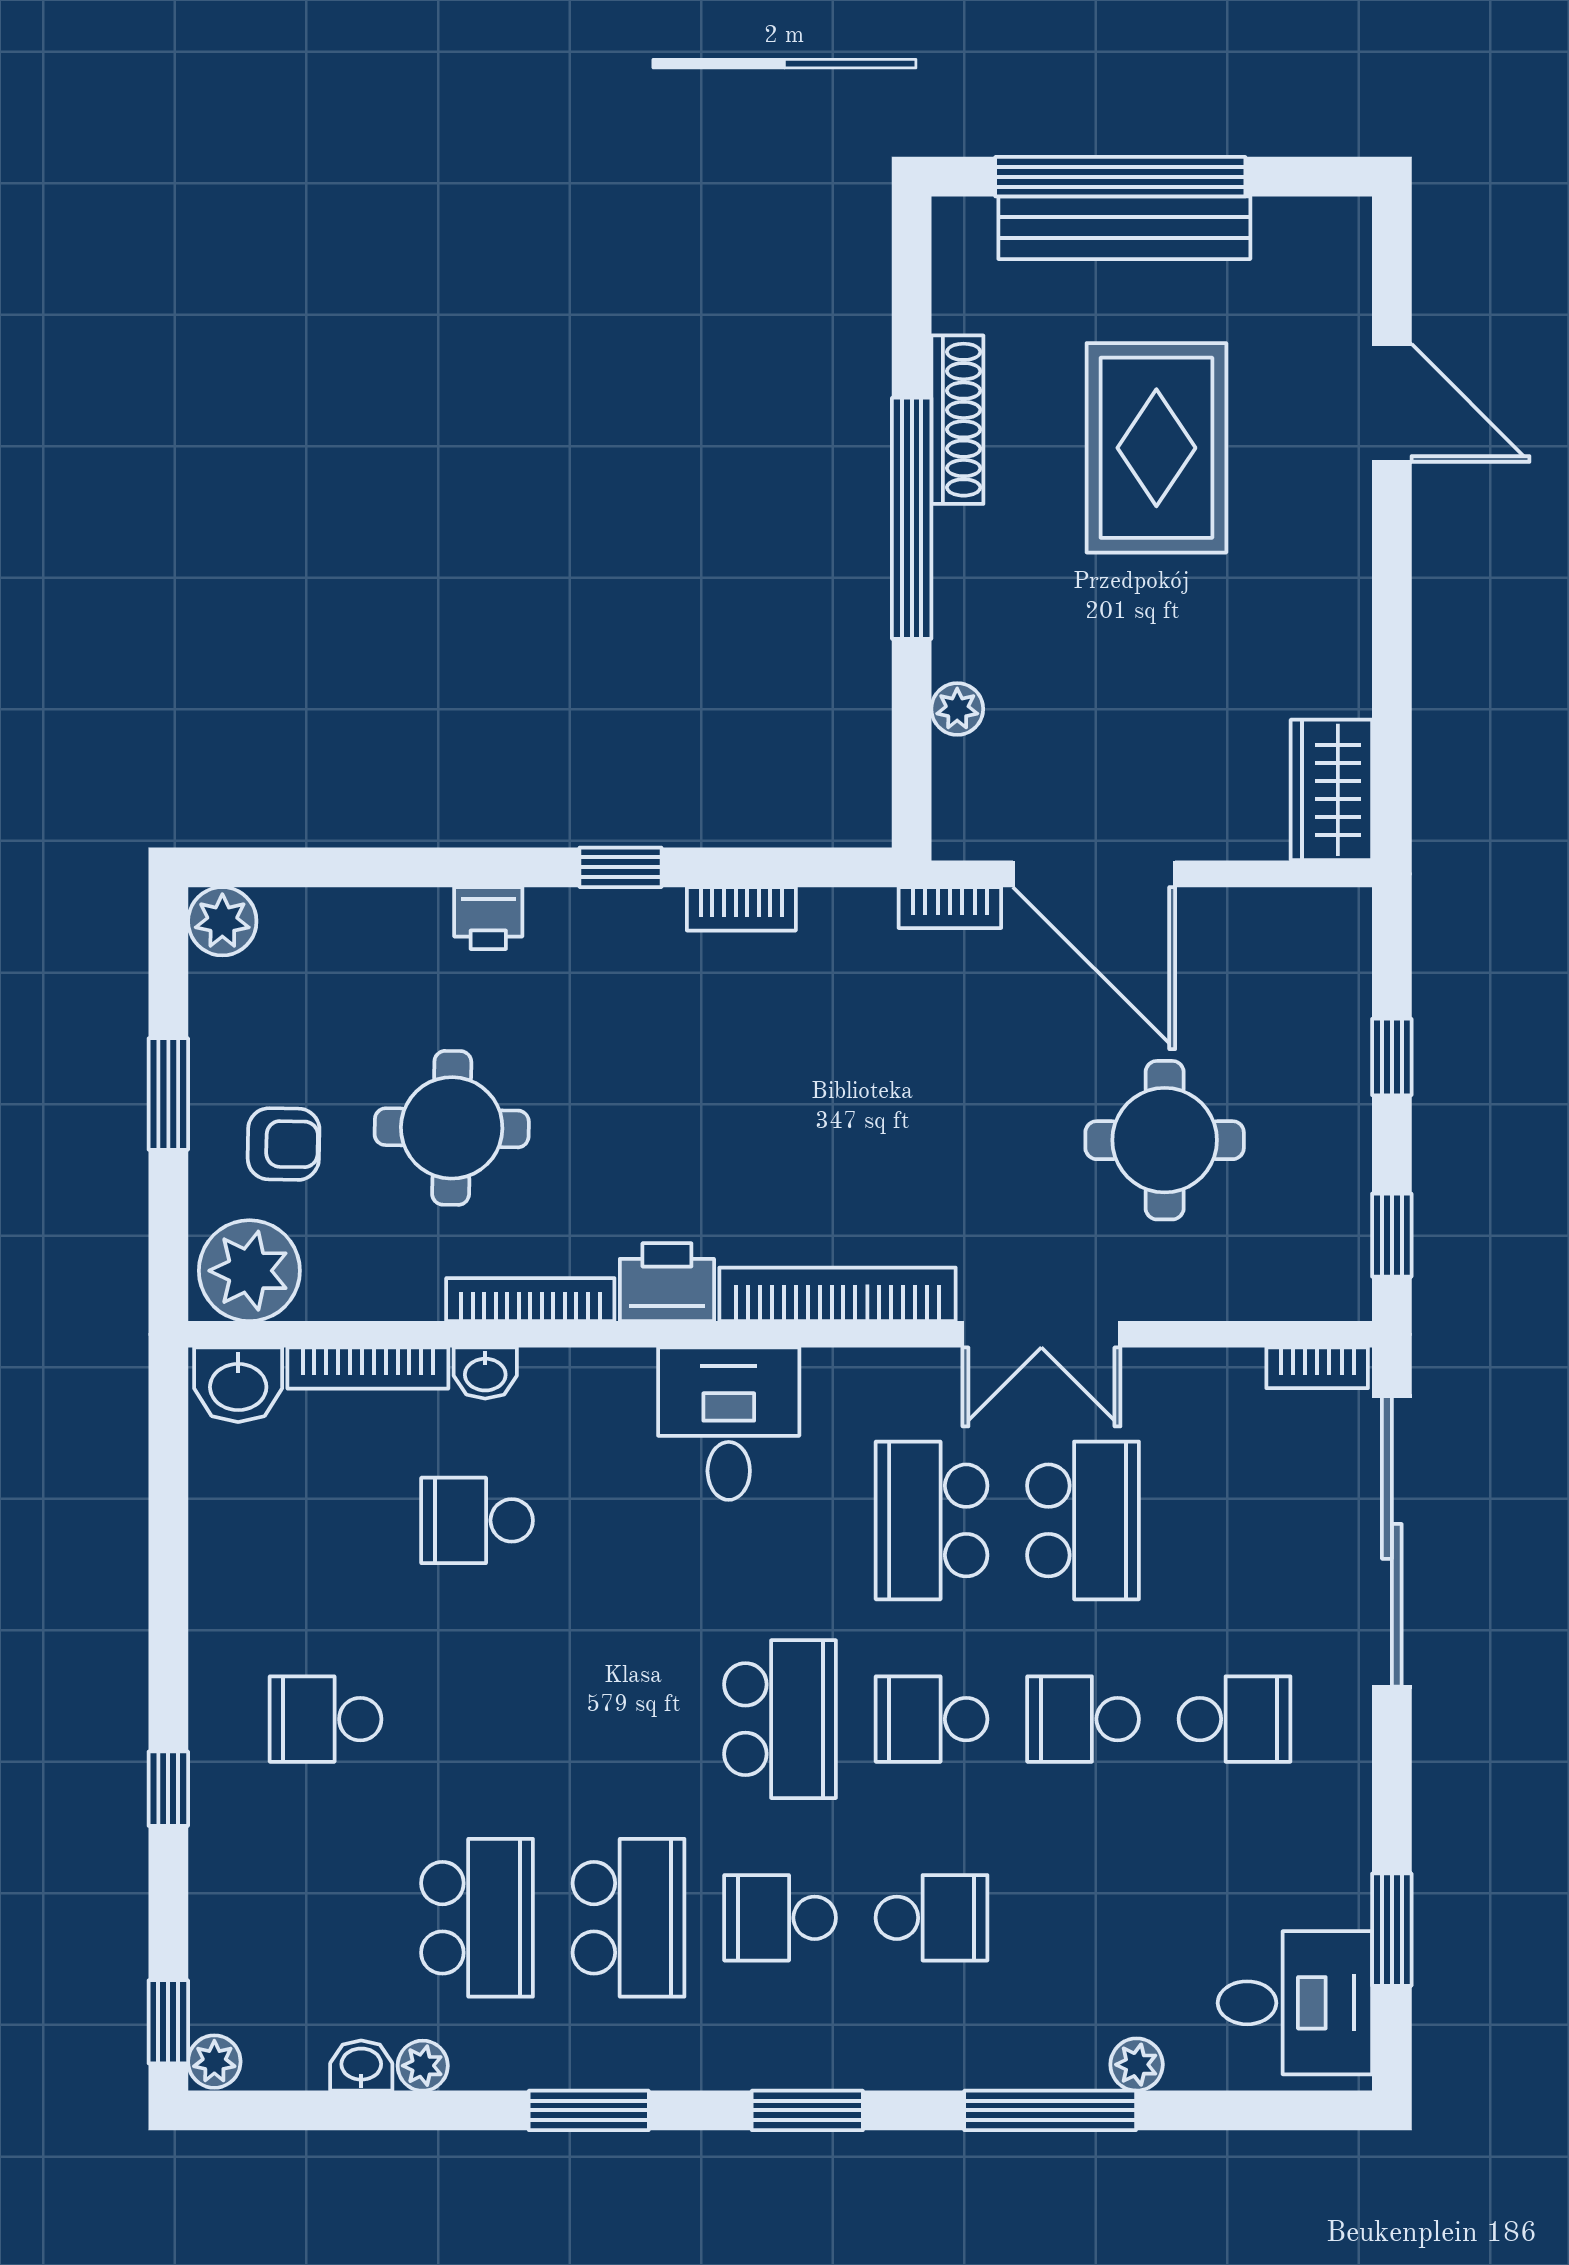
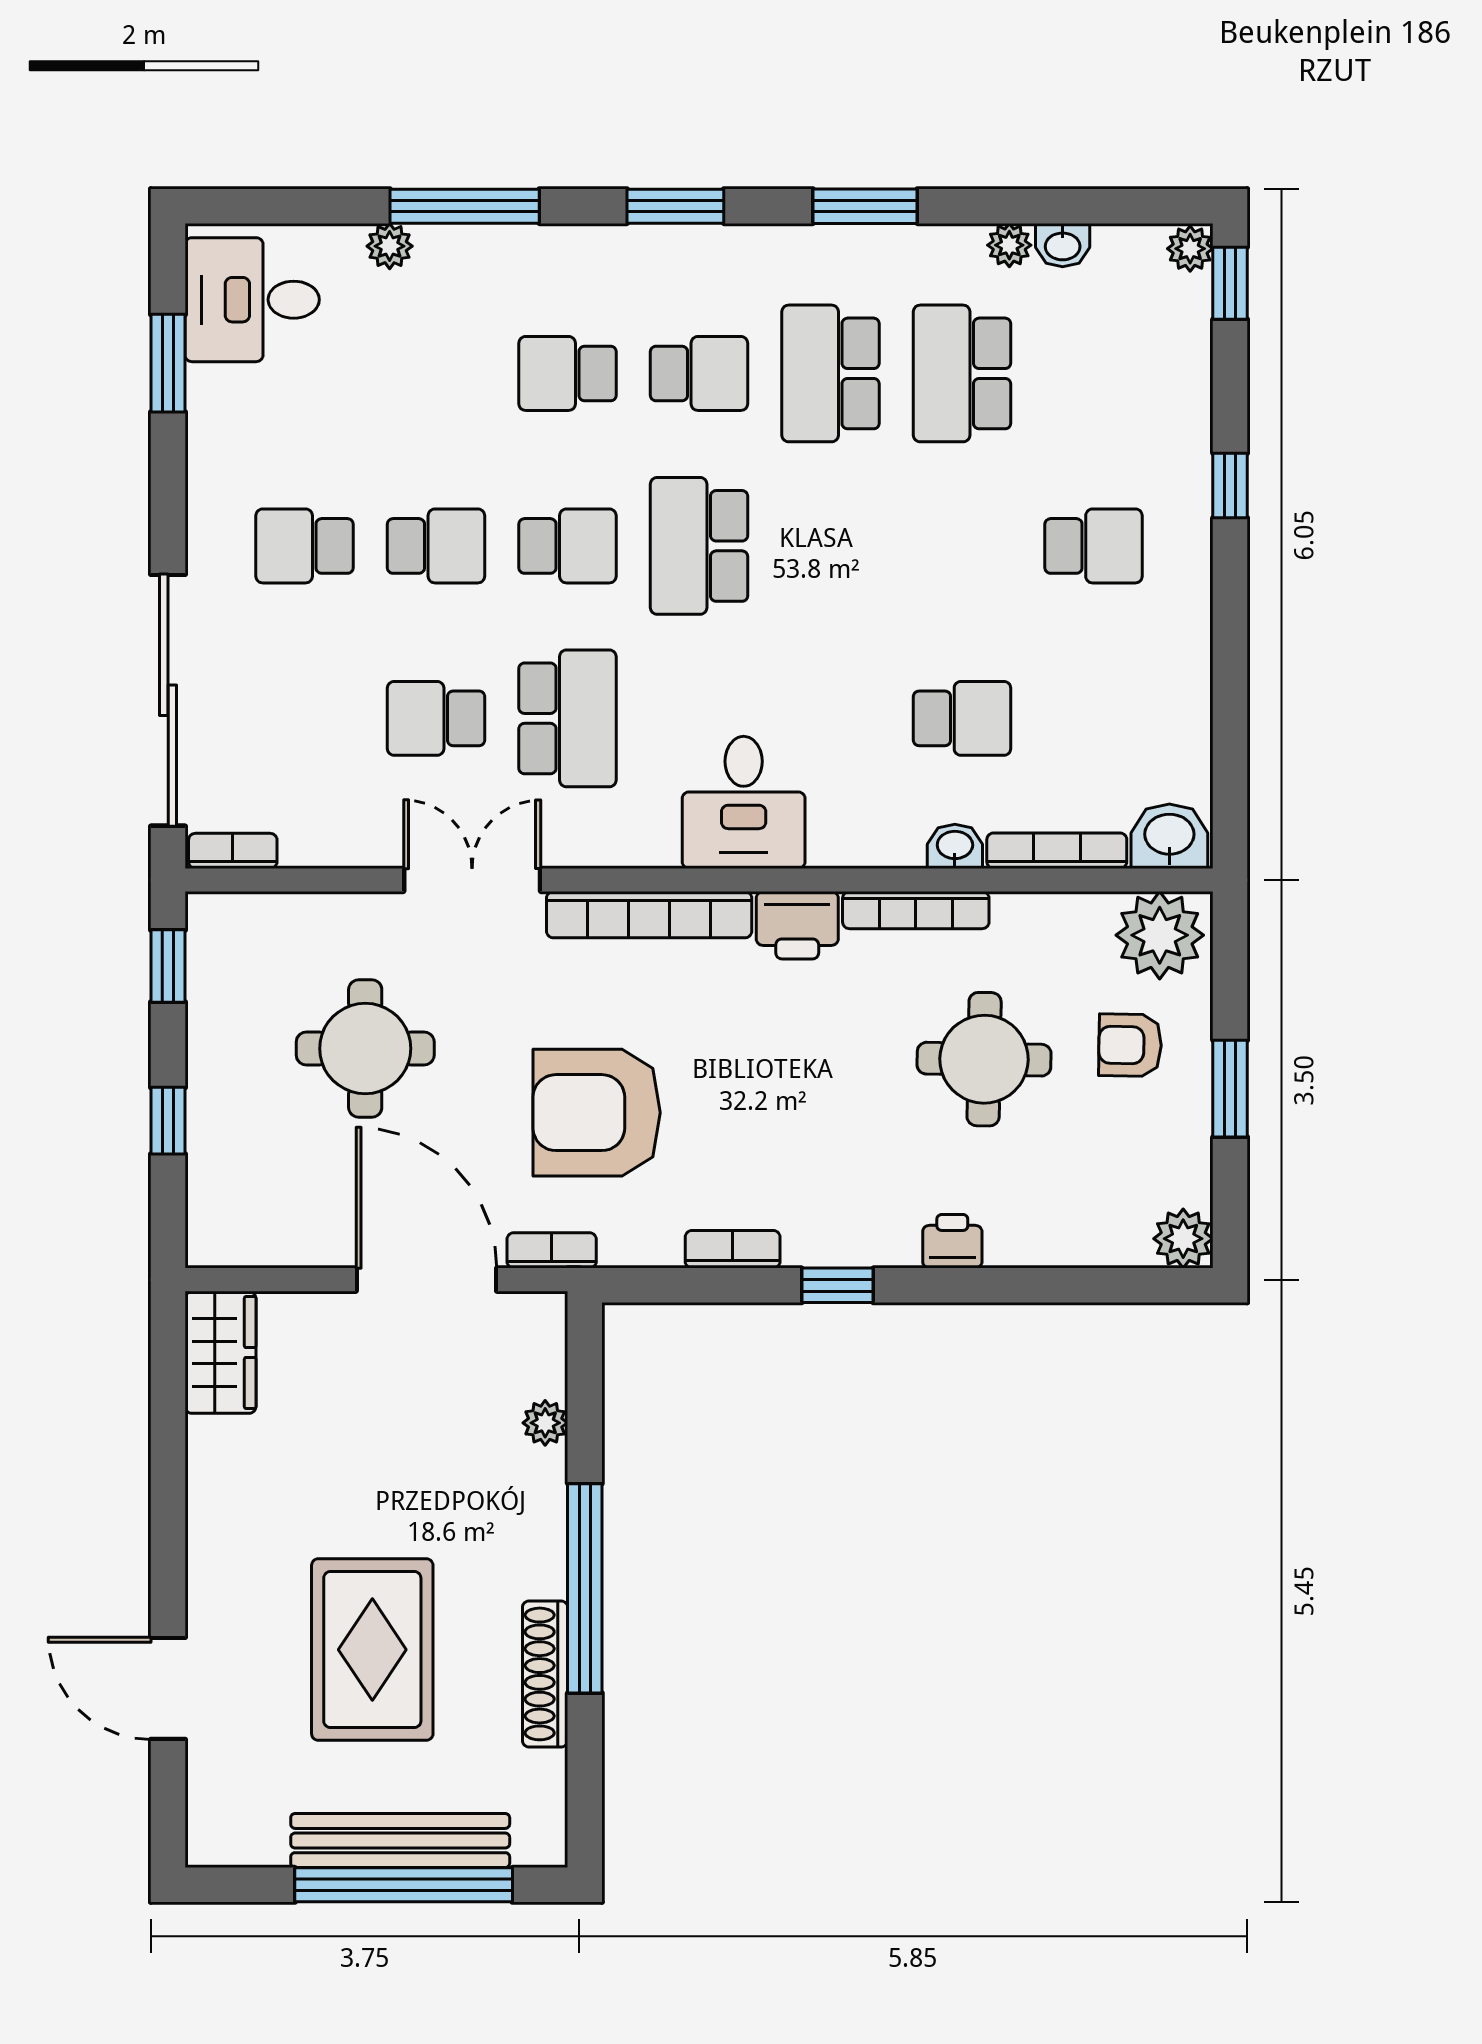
armchair: (898, 1066) -> (597, 1113), added
school desk: (1083, 1520) -> (436, 718), width x0.54

